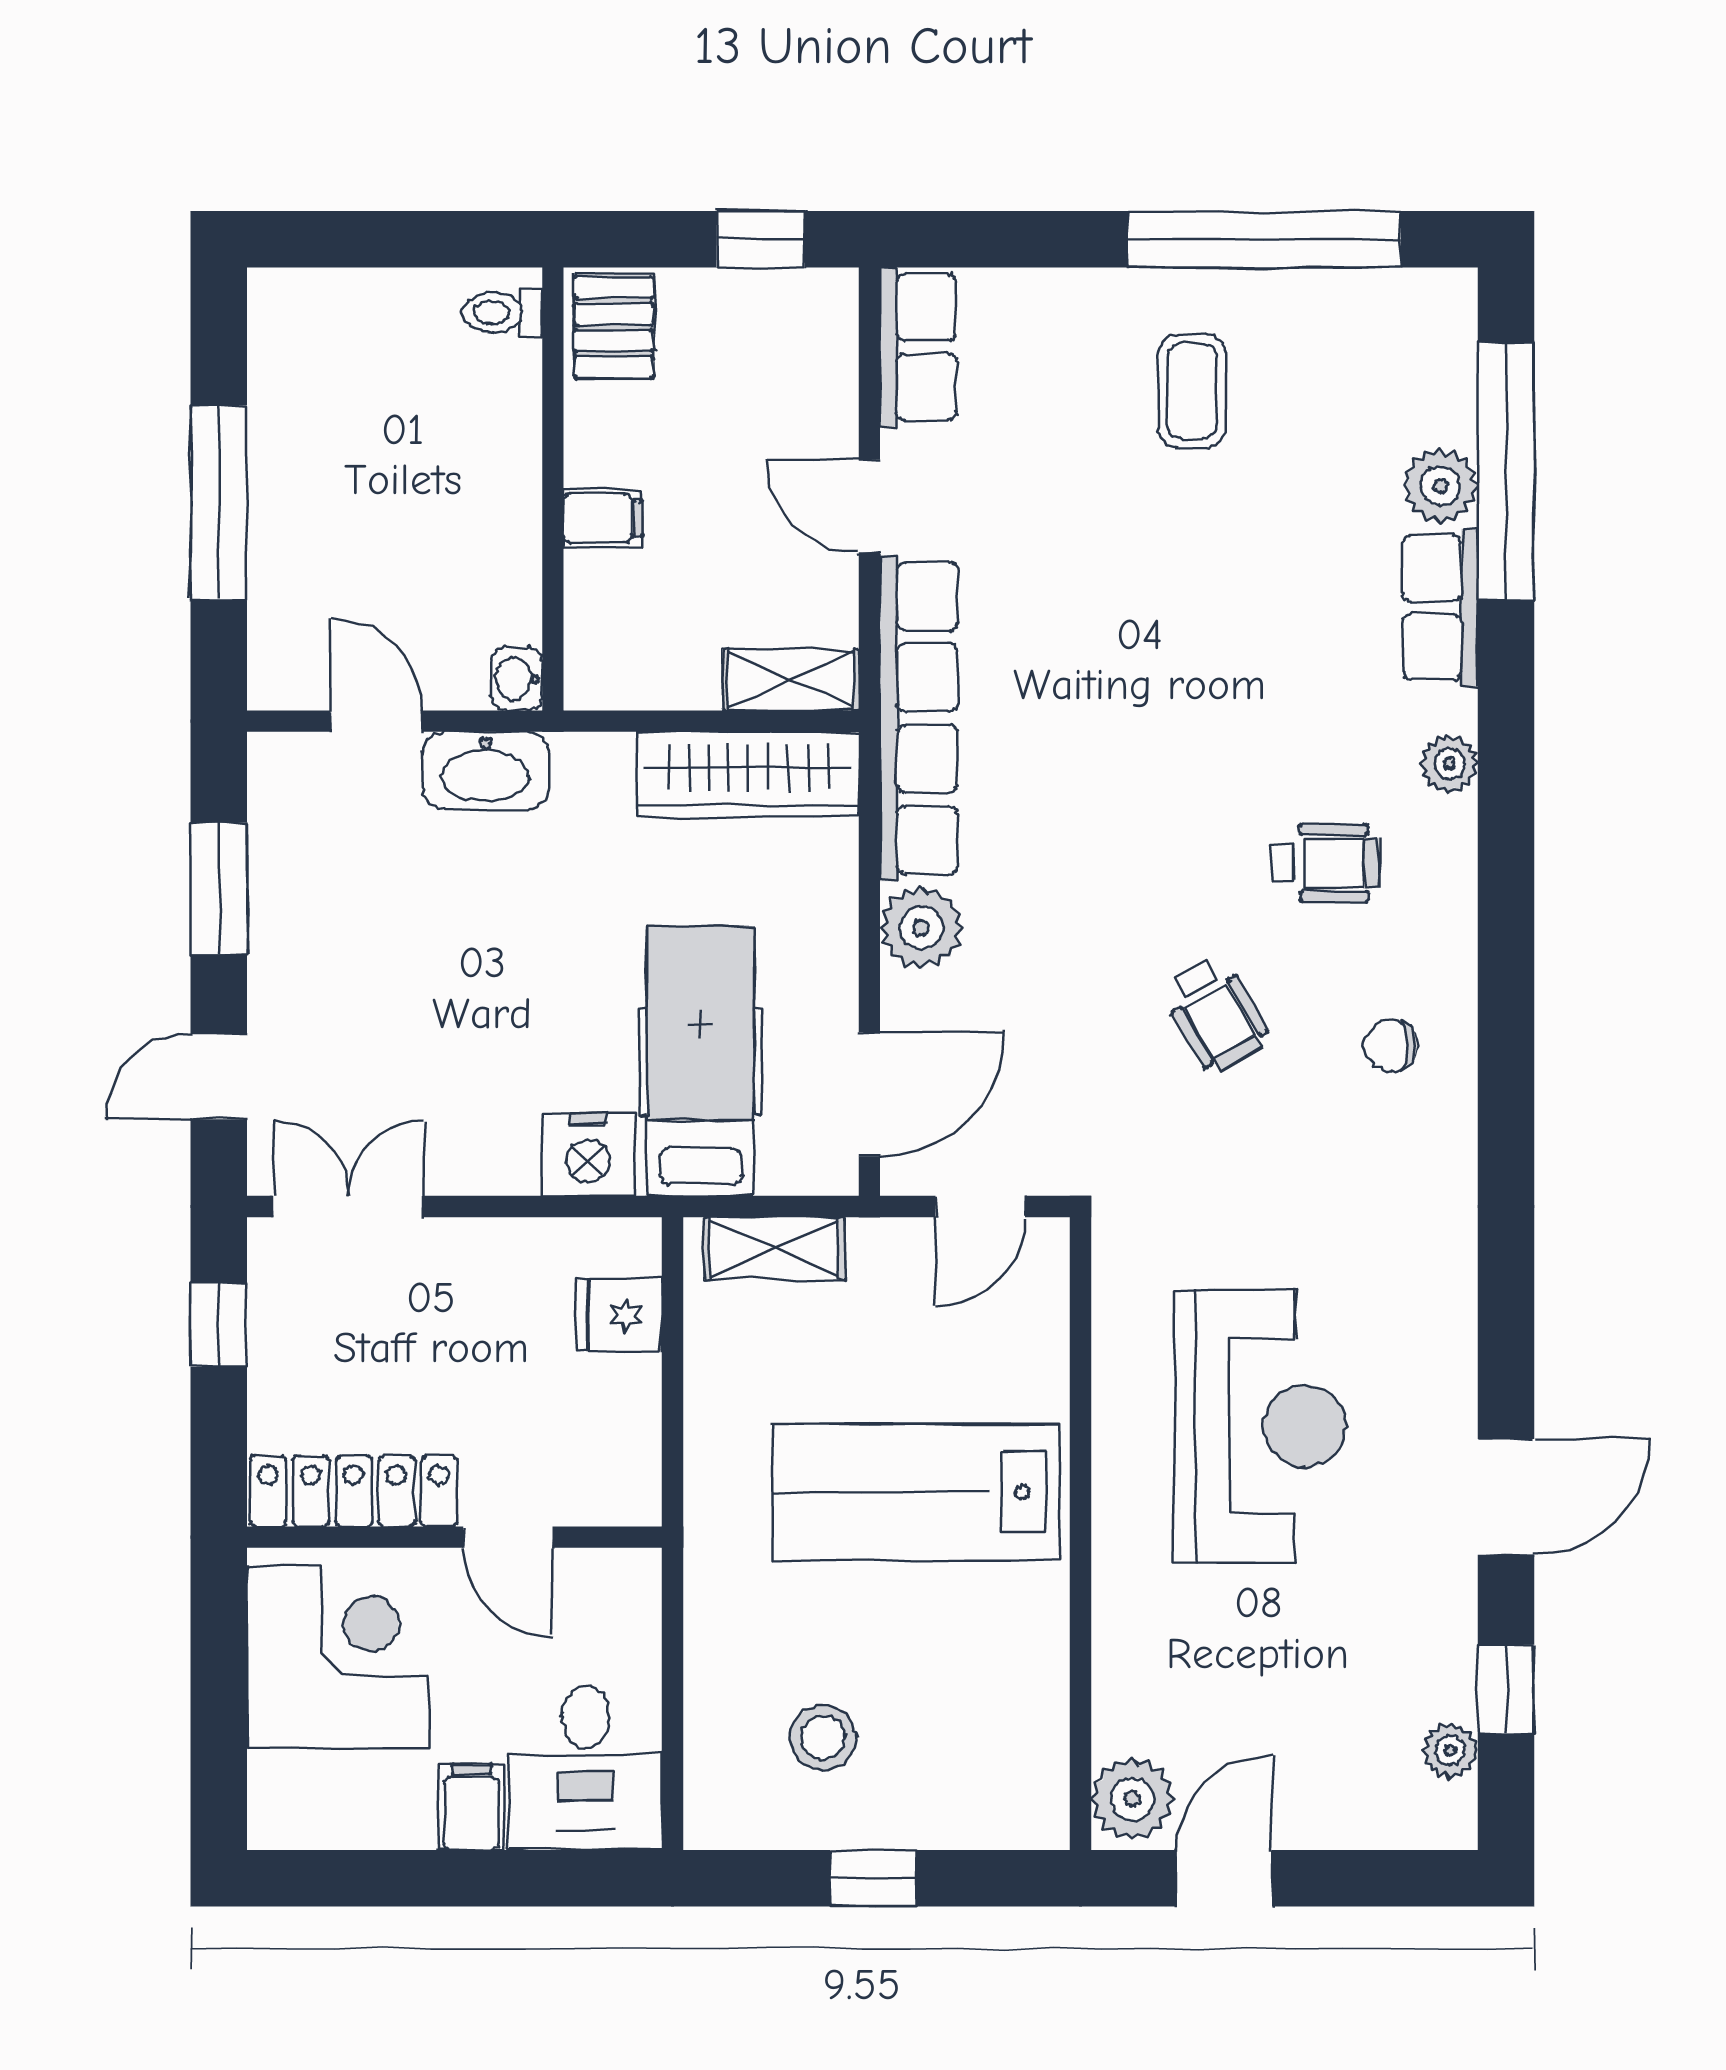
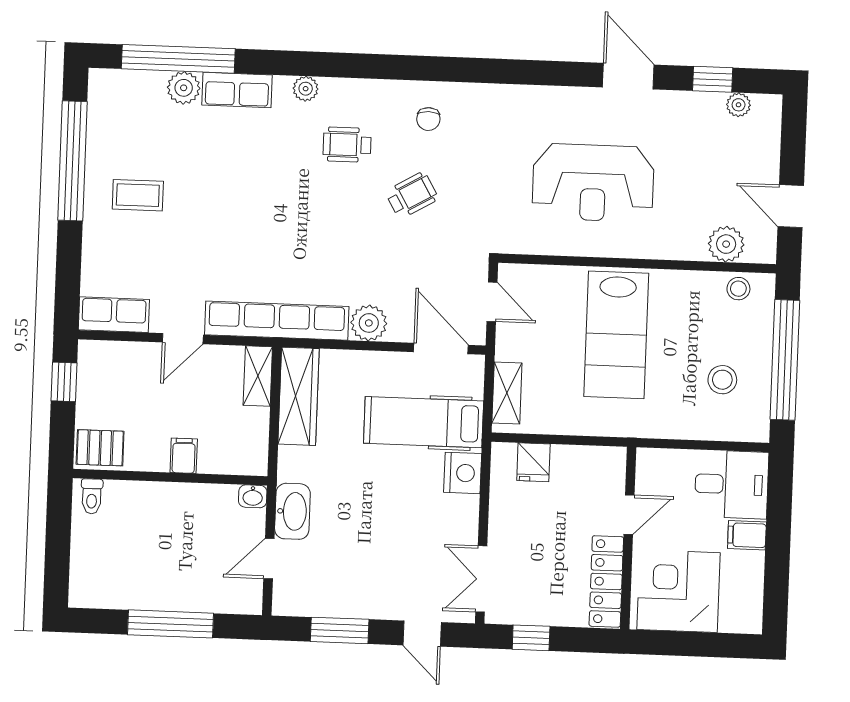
wheelchair: (1325, 863) -> (347, 145), turned -90
reception desk: (1260, 1426) -> (593, 183), turned 180
stool: (1032, 1766) -> (738, 289), added
plant: (1132, 1799) -> (726, 244), moved
window: (874, 1878) -> (785, 360), width x3.17

